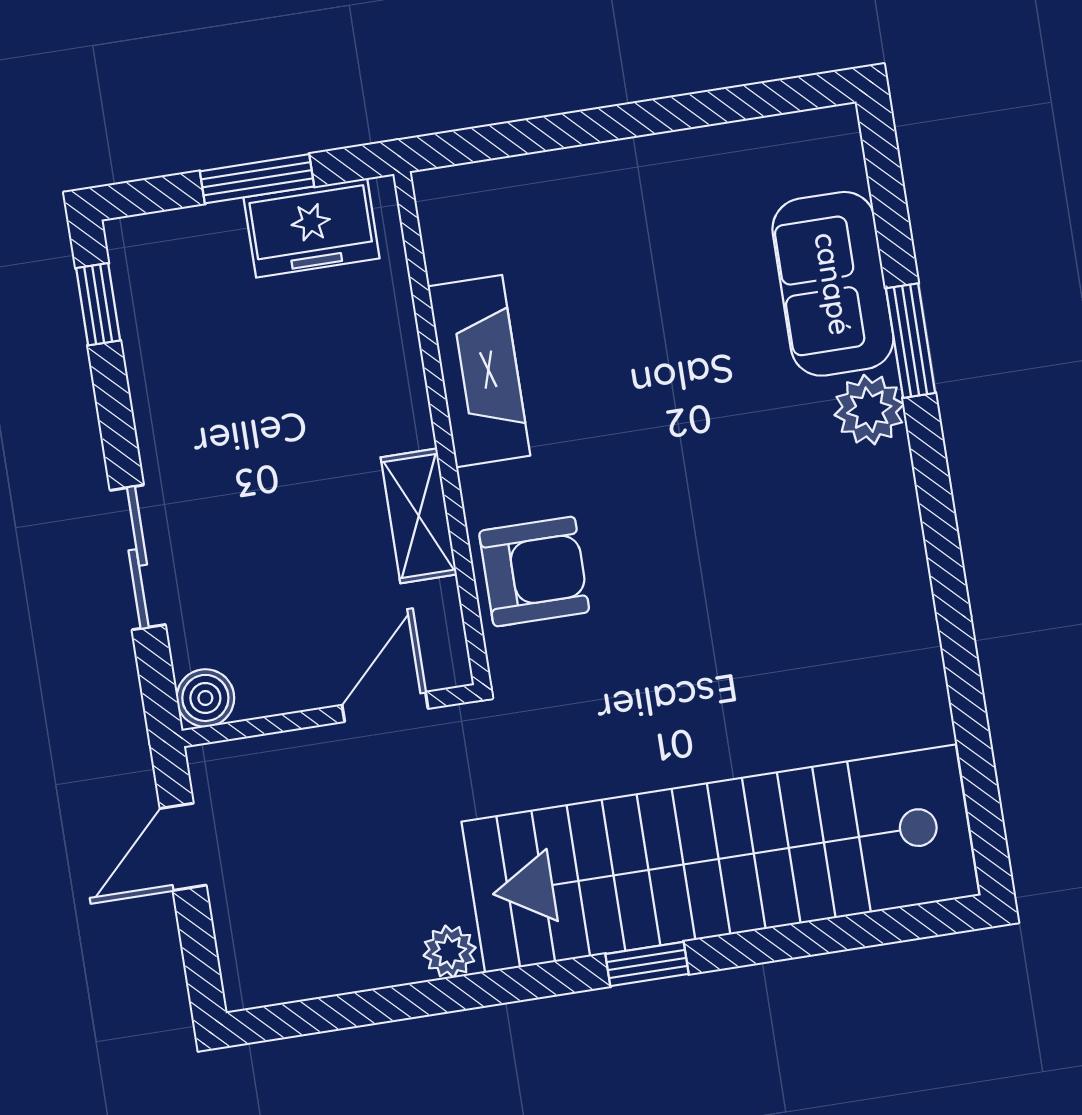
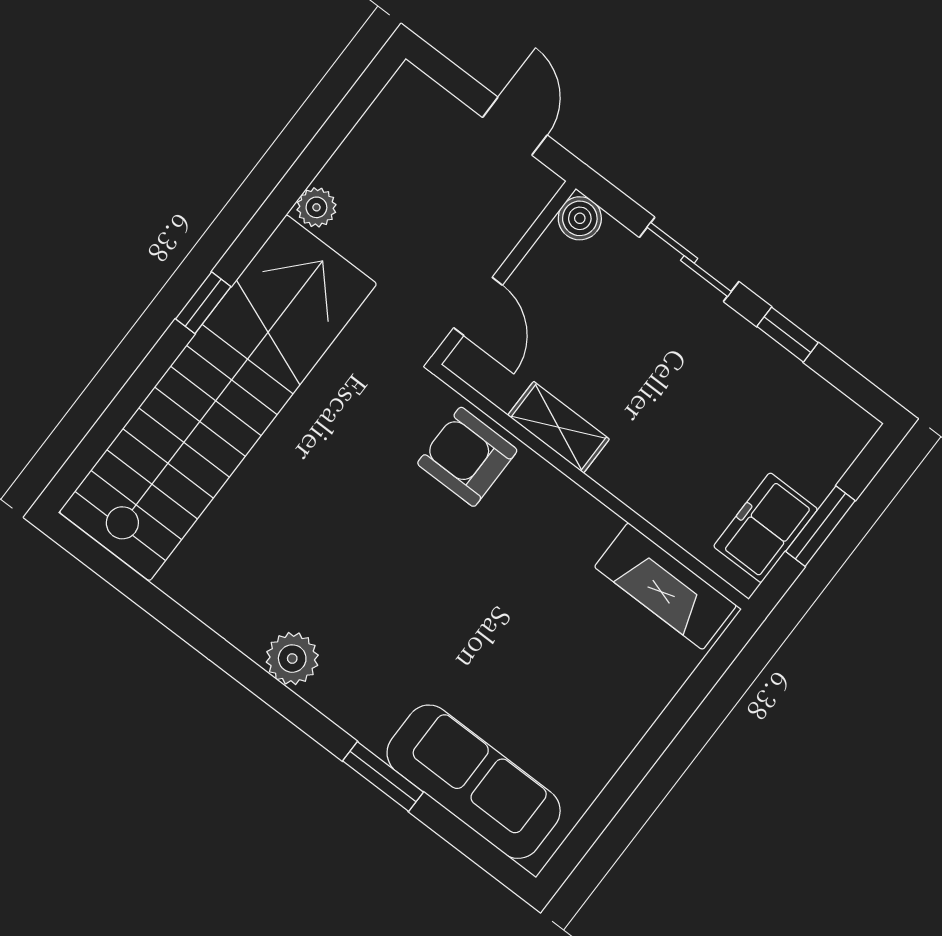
sofa: (833, 284) -> (474, 782), width x1.36
window: (98, 304) -> (787, 335), moved
fireplace: (479, 371) -> (665, 586), moved
plant: (869, 410) -> (292, 659), moved
armchair: (534, 571) -> (467, 457), turned 90

